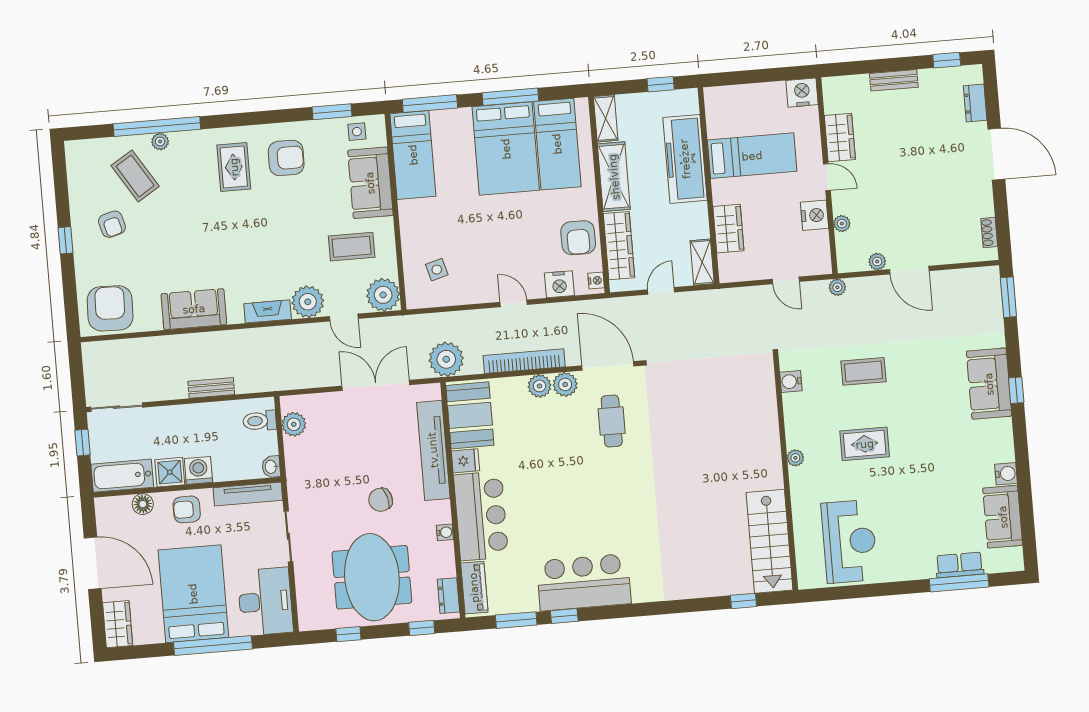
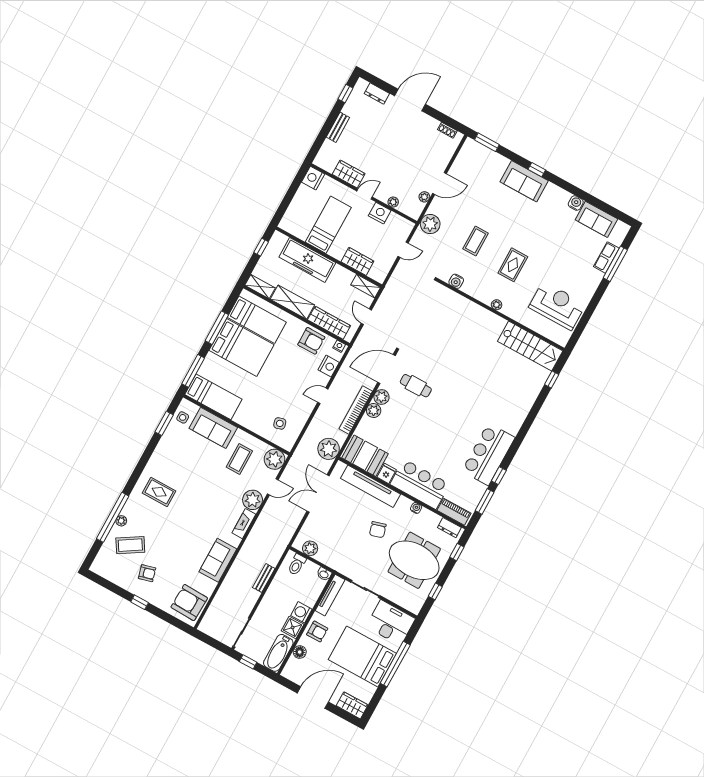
armchair: (286, 158) -> (172, 462), removed
plant: (837, 287) -> (430, 224), width x1.87, depth x1.87
armchair: (187, 509) -> (317, 631), turned -90

